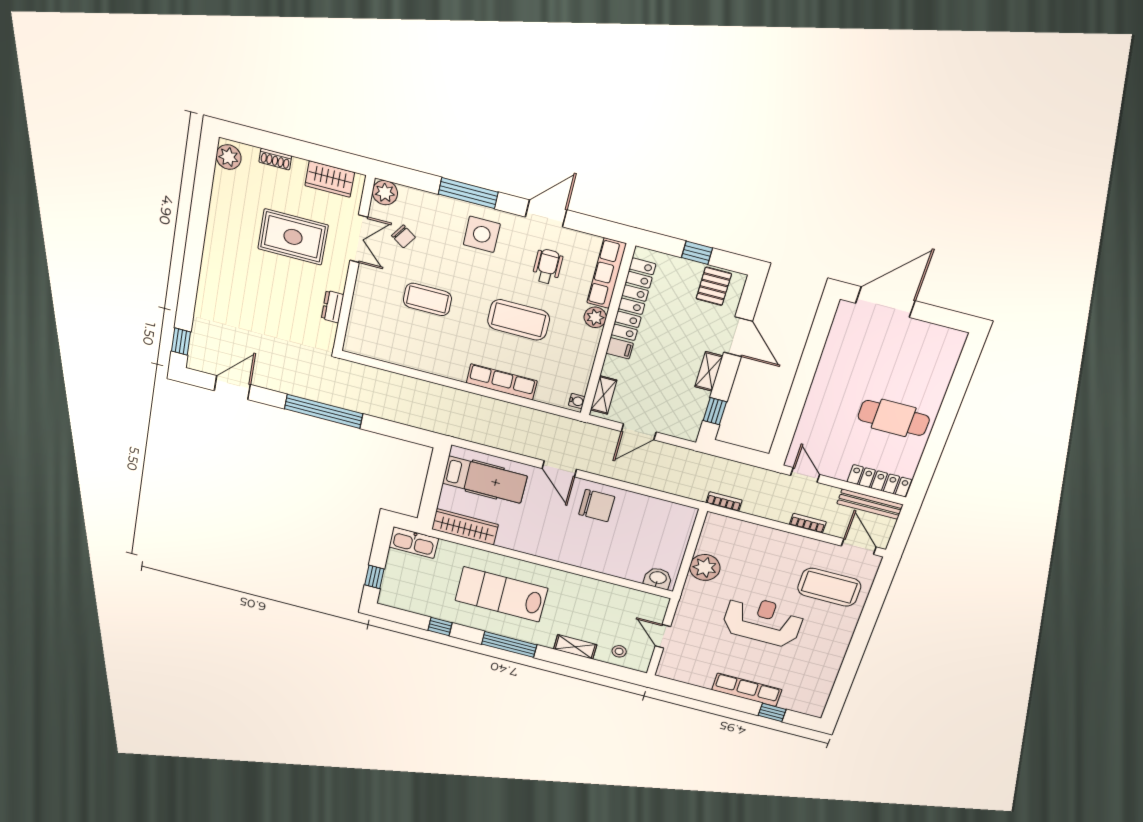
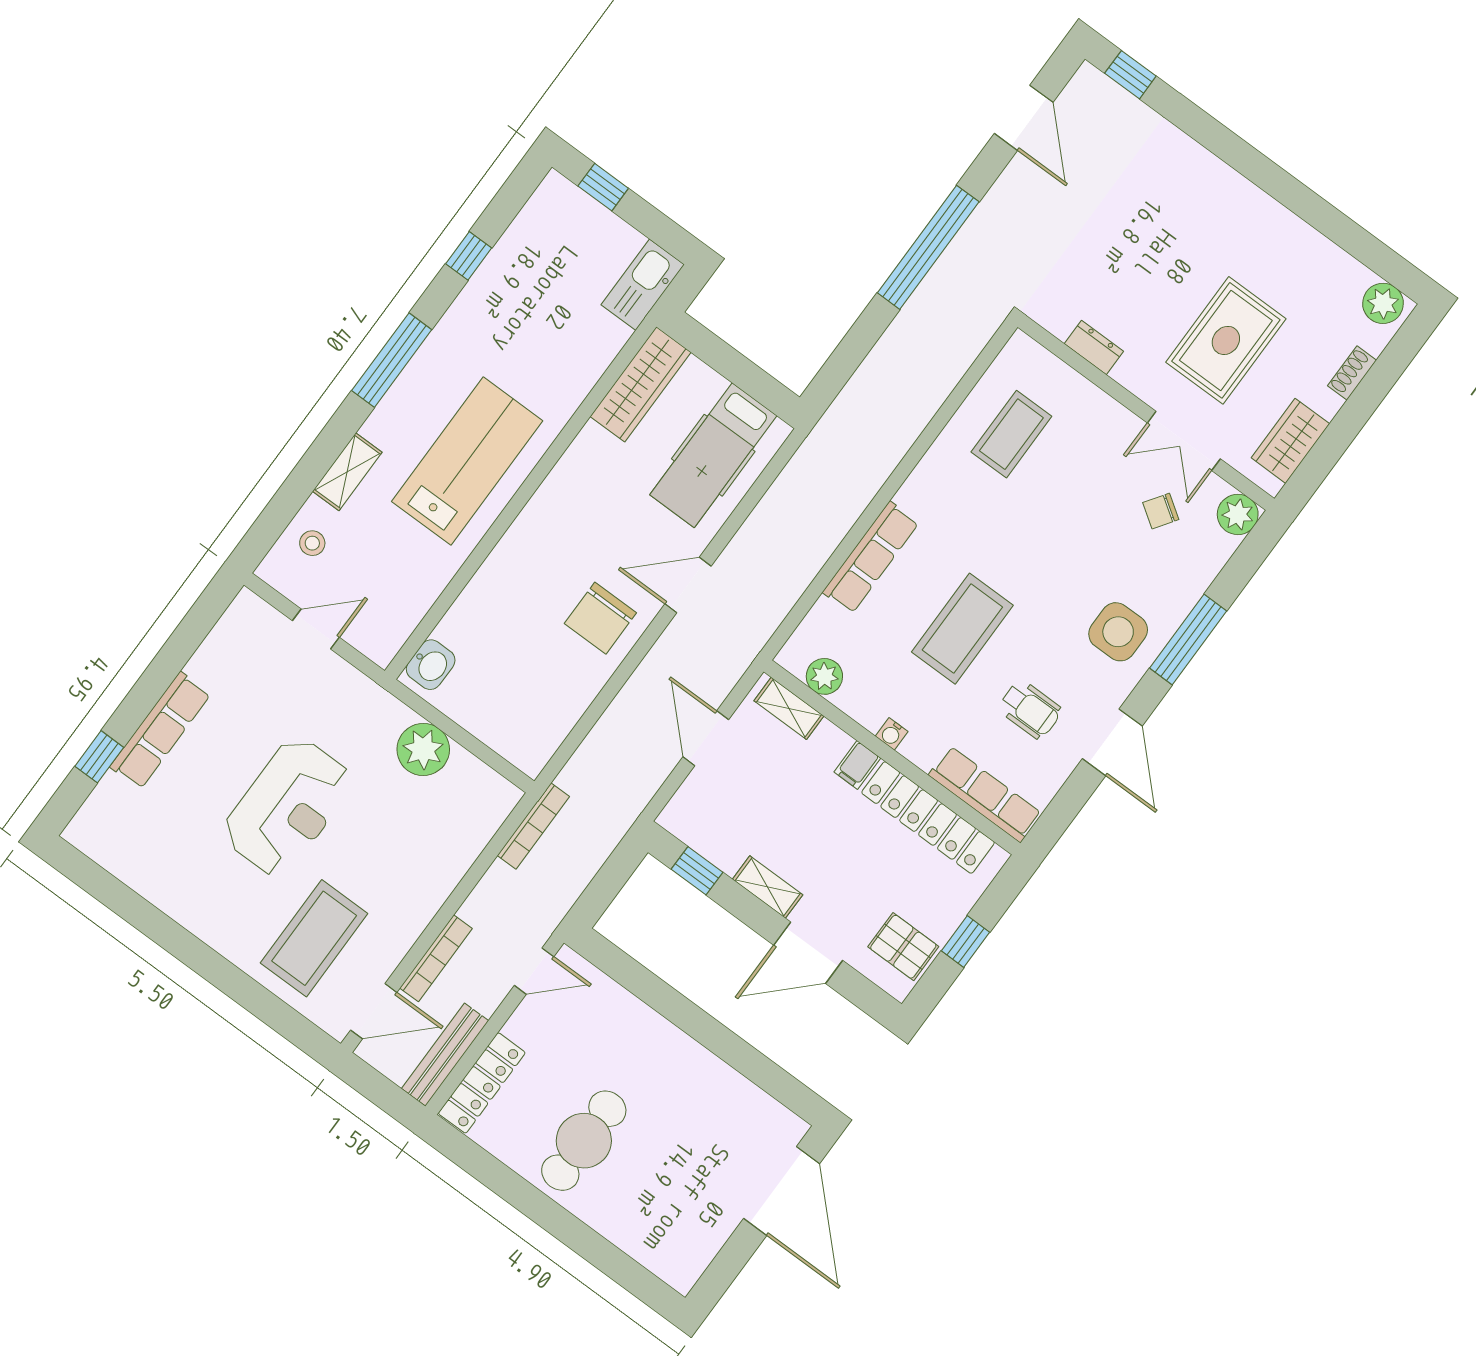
coffee table: (427, 299) -> (1011, 434), moved
plant: (595, 317) -> (824, 676), moved
water cooler: (577, 401) -> (892, 734), moved
bookcase: (724, 501) -> (533, 826), width x1.56
bookcase: (808, 523) -> (436, 958), width x1.56
lab bench: (501, 594) -> (467, 461), moved

